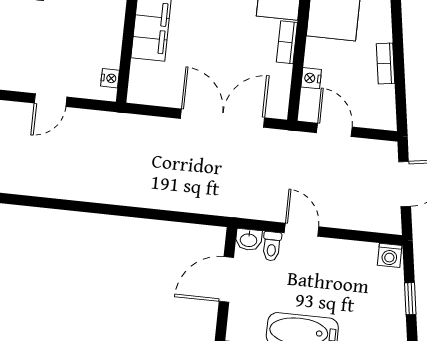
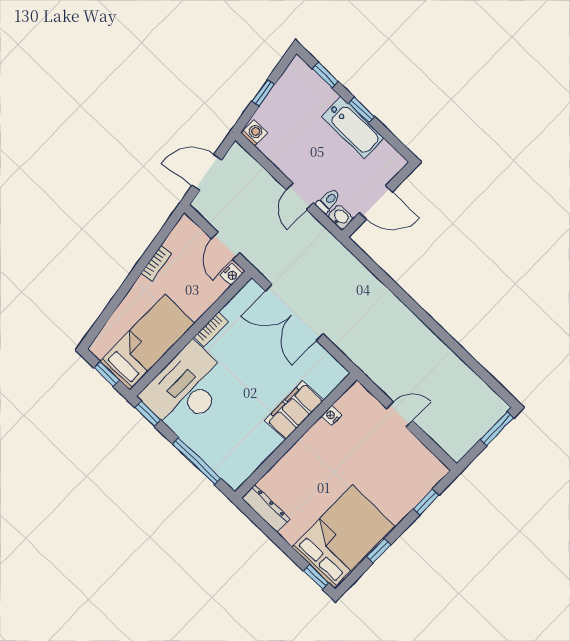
nightstand: (110, 78) -> (331, 416), moved
nightstand: (311, 78) -> (231, 274), moved

